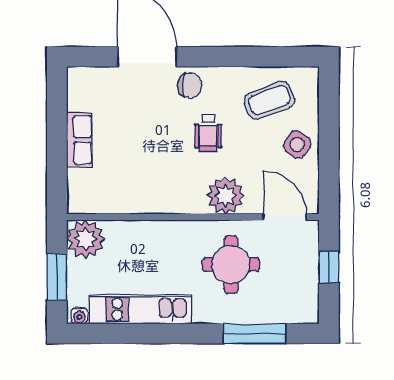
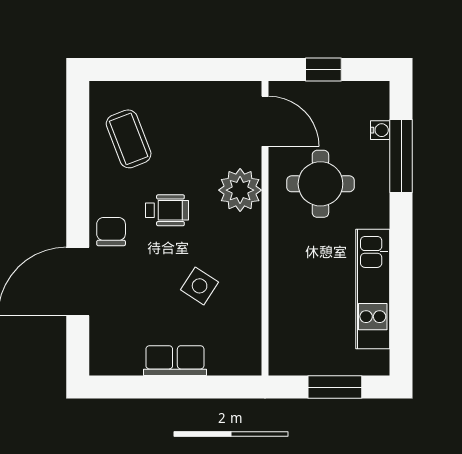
side table: (297, 145) -> (200, 286), moved
door: (284, 217) -> (265, 121), swing flipped
plant: (86, 239) -> (291, 353), removed
water cooler: (79, 316) -> (380, 130), moved

